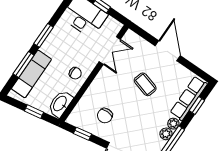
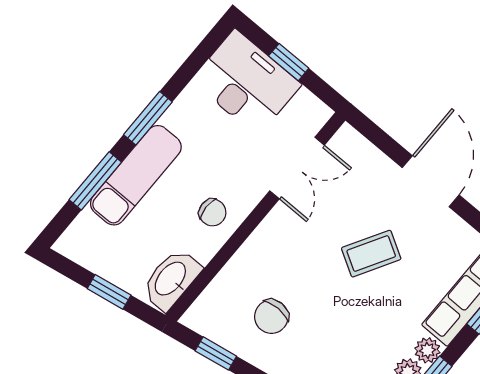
exam couch: (31, 74) -> (136, 175), moved
coffee table: (145, 84) -> (371, 254), turned -76

